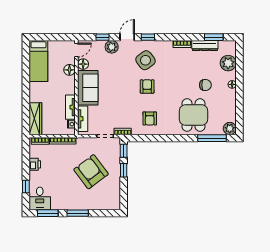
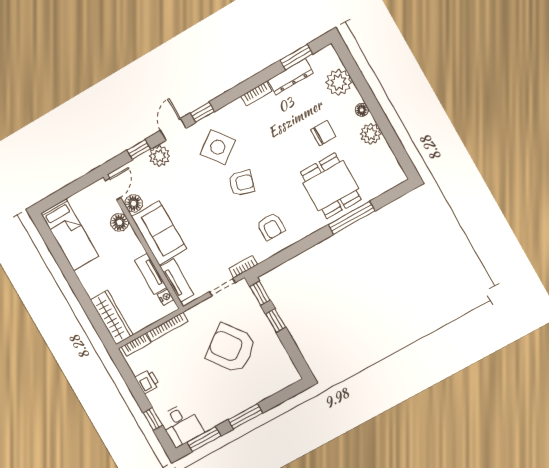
armchair: (147, 86) -> (241, 183), turned 106
plant: (230, 128) -> (371, 134), moved
window: (212, 138) -> (352, 218), moved

